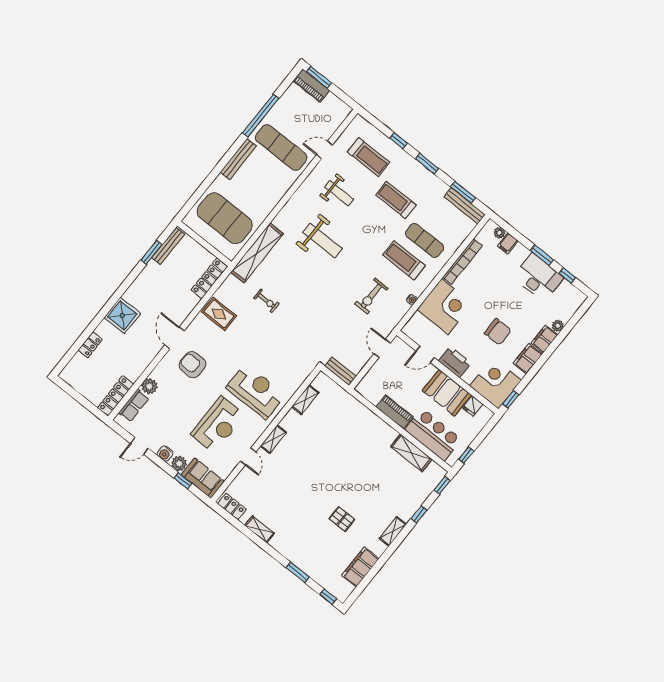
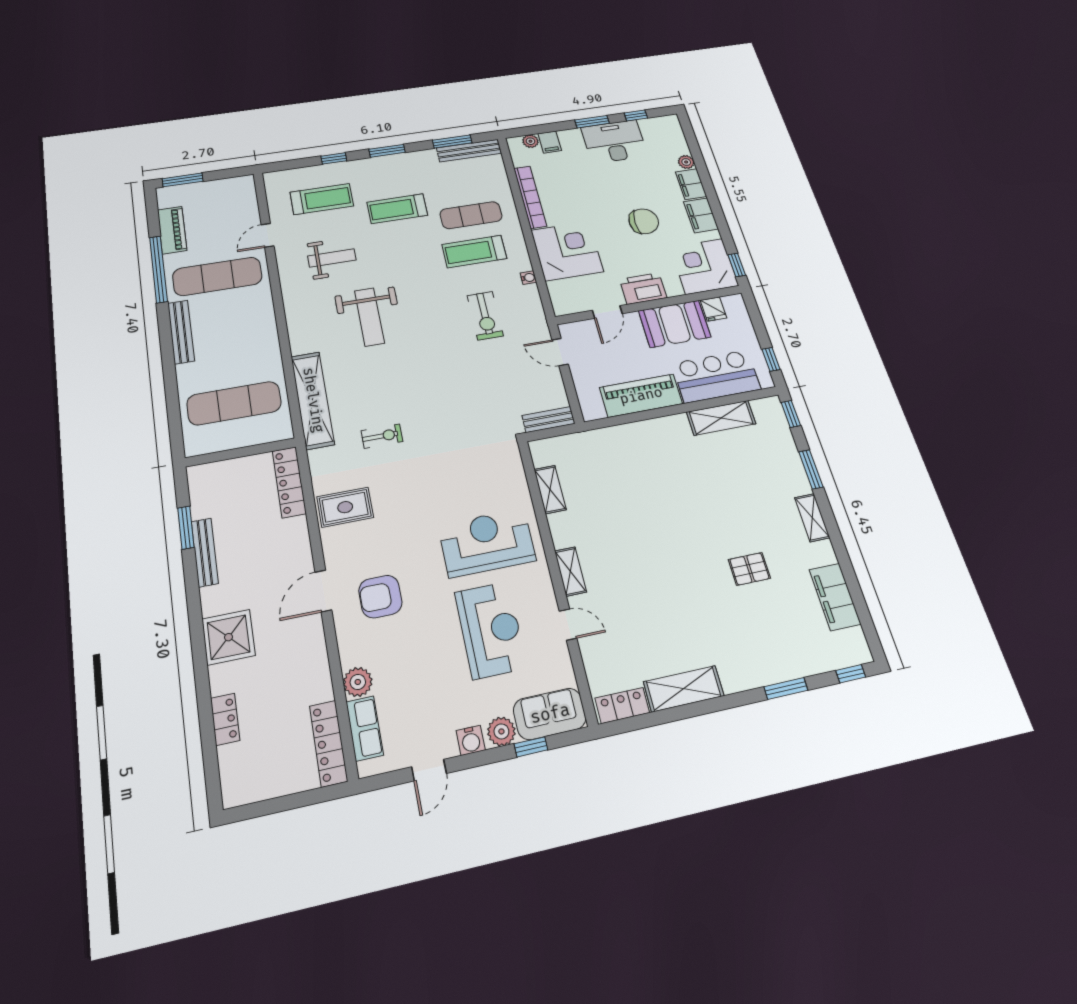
piano: (311, 86) -> (172, 230), moved, turned -90
exercise mat: (225, 218) -> (234, 403), width x0.68
weight bench: (323, 241) -> (369, 317), turned 90
bench: (168, 246) -> (205, 552), moved
door: (174, 338) -> (323, 591), hinge flipped
piano: (394, 412) -> (641, 396), width x1.37, depth x1.33
window: (419, 515) -> (811, 469), width x1.50
shelving: (260, 529) -> (684, 689), width x1.50, depth x1.33

